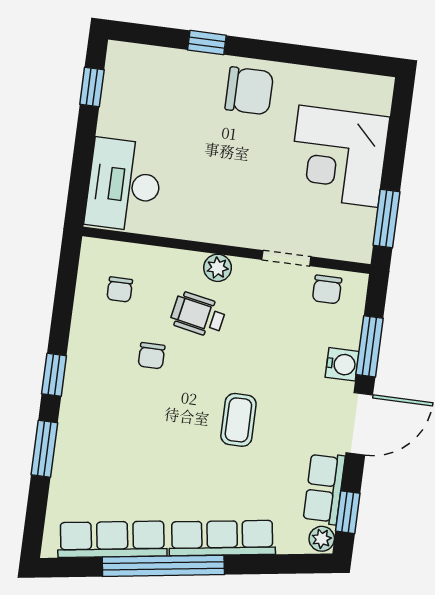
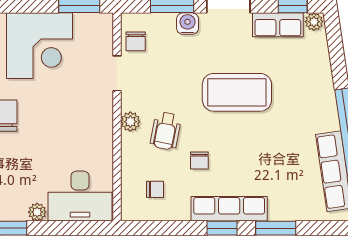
plant: (110, 123) -> (37, 212), added
chair: (327, 289) -> (136, 41), turned 90
chair: (151, 356) -> (199, 160), turned 90
coffee table: (238, 420) -> (237, 92), width x1.86, depth x1.72
row of seats: (222, 538) -> (229, 209), moved, turned 98

